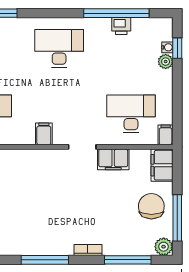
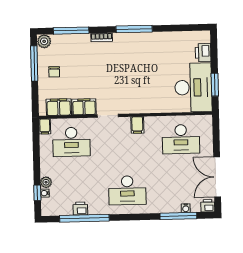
filing cabinet: (162, 165) -> (59, 107), moved, turned -90
chair: (151, 206) -> (54, 72), width x0.54, depth x0.54

